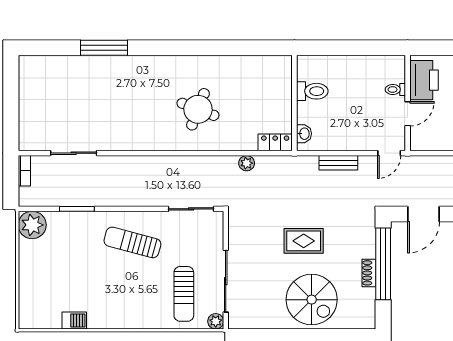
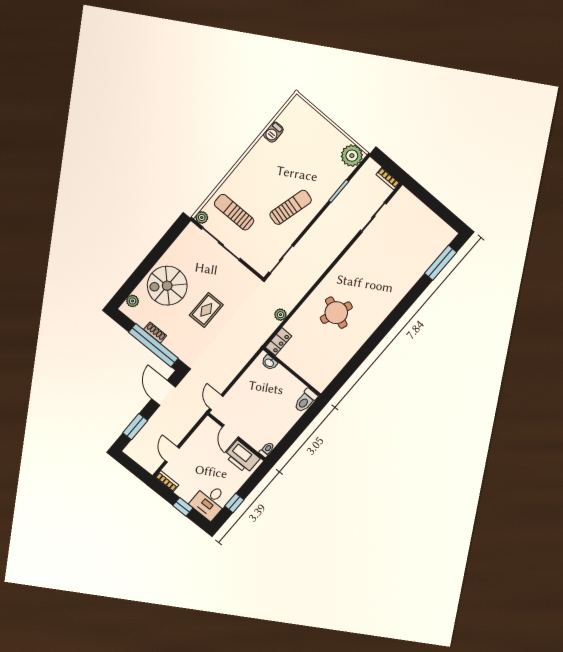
window: (104, 48) -> (441, 263), moved
toilet: (395, 90) -> (267, 450), moved
toilet: (312, 91) -> (306, 401), moved
bench: (338, 163) -> (235, 368), removed
plant: (356, 321) -> (133, 301), added

